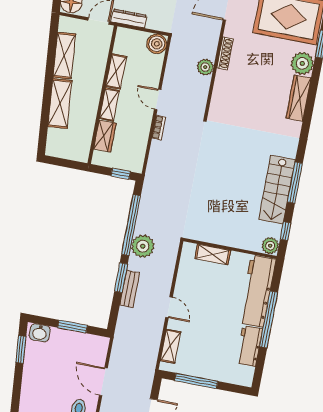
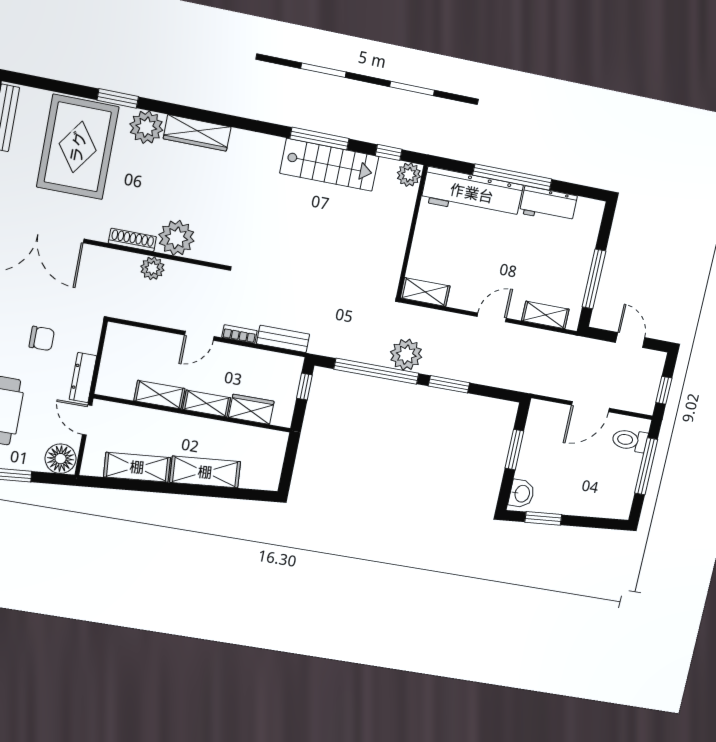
boiler: (157, 44) -> (119, 338), removed
plant: (226, 84) -> (176, 238), added
shelving: (213, 254) -> (425, 292), moved, turned 90
bench: (130, 289) -> (283, 339), moved

